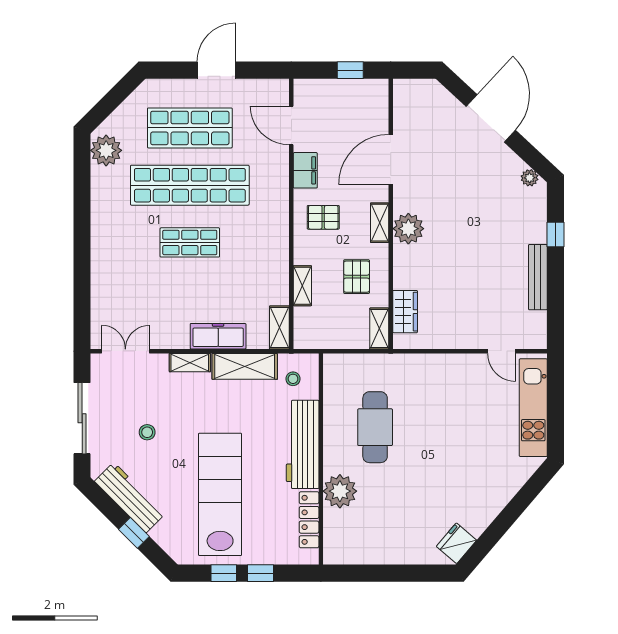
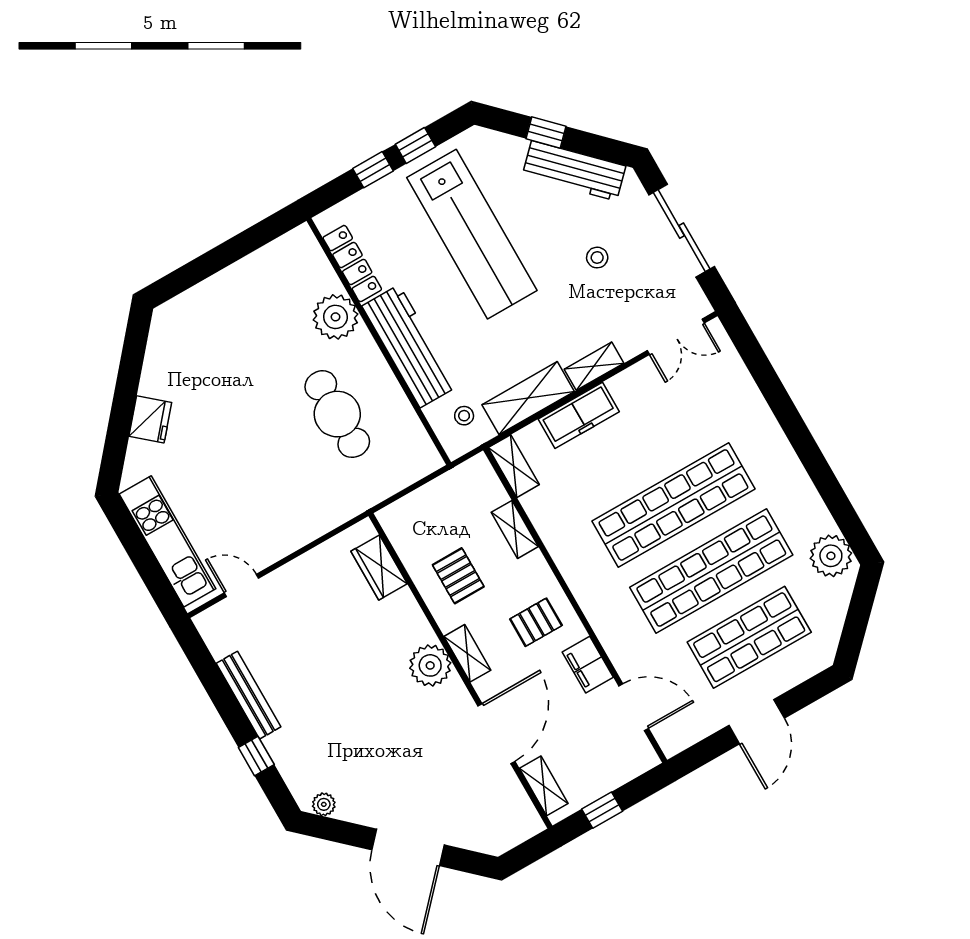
shop shelf: (190, 242) -> (673, 505), width x2.00, depth x1.36
shelving: (379, 328) -> (544, 786), moved
fridge: (456, 543) -> (150, 419), moved

